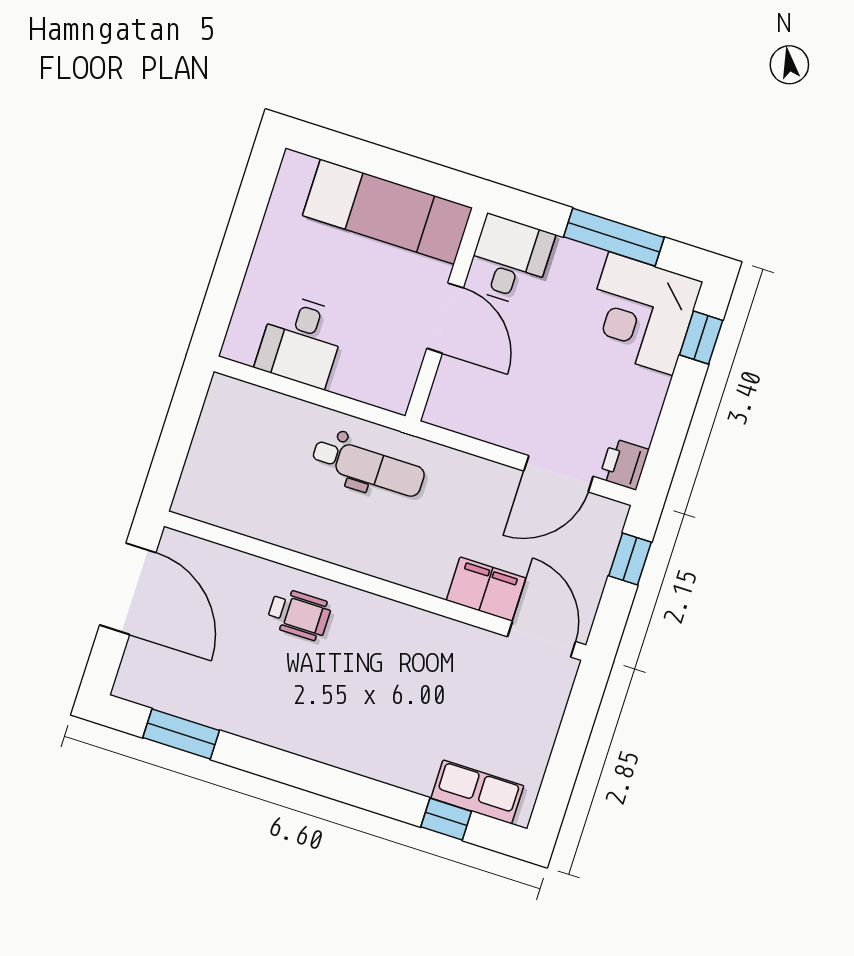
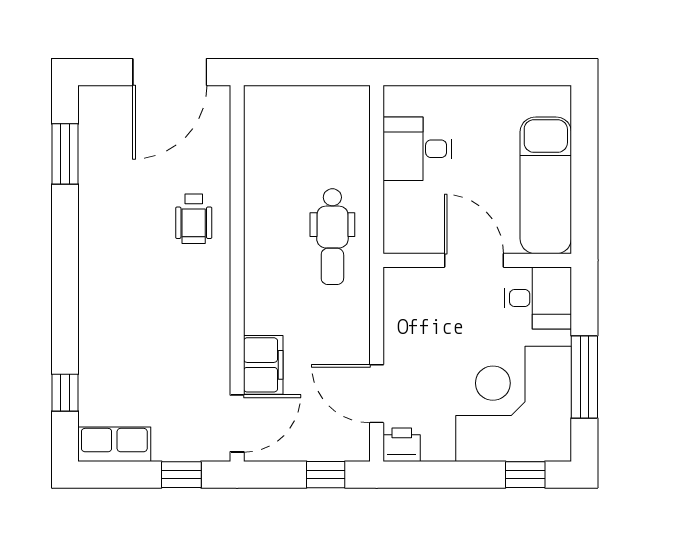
corner desk: (641, 314) -> (514, 404), width x1.36, depth x1.36
door: (445, 318) -> (474, 260), swing flipped
window: (579, 719) -> (181, 475), added
row of seats: (477, 792) -> (114, 444), moved, turned -90

